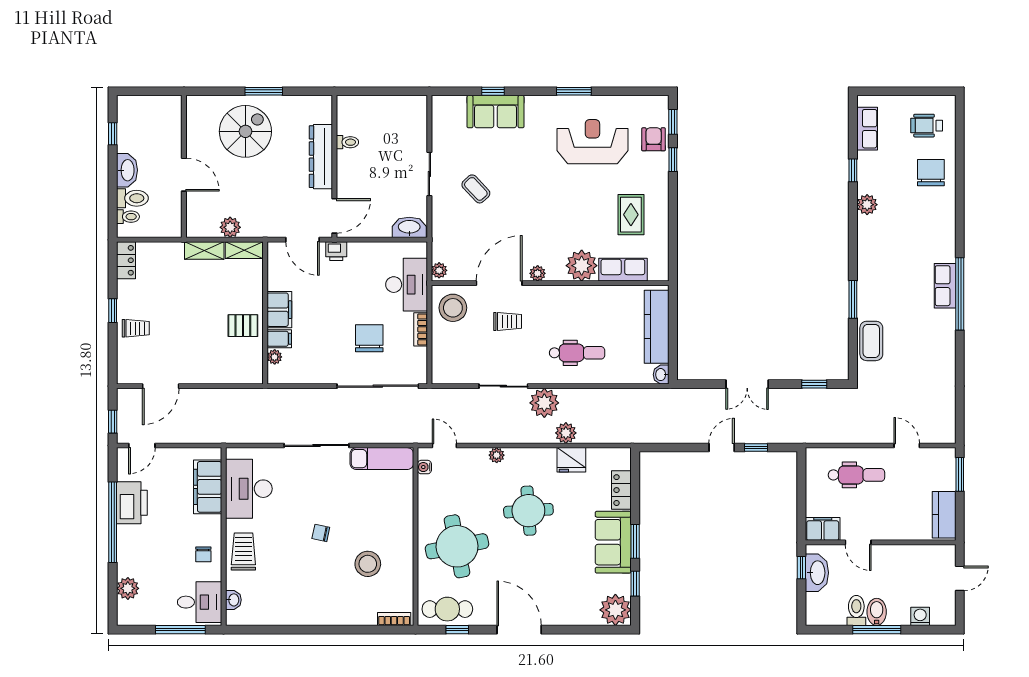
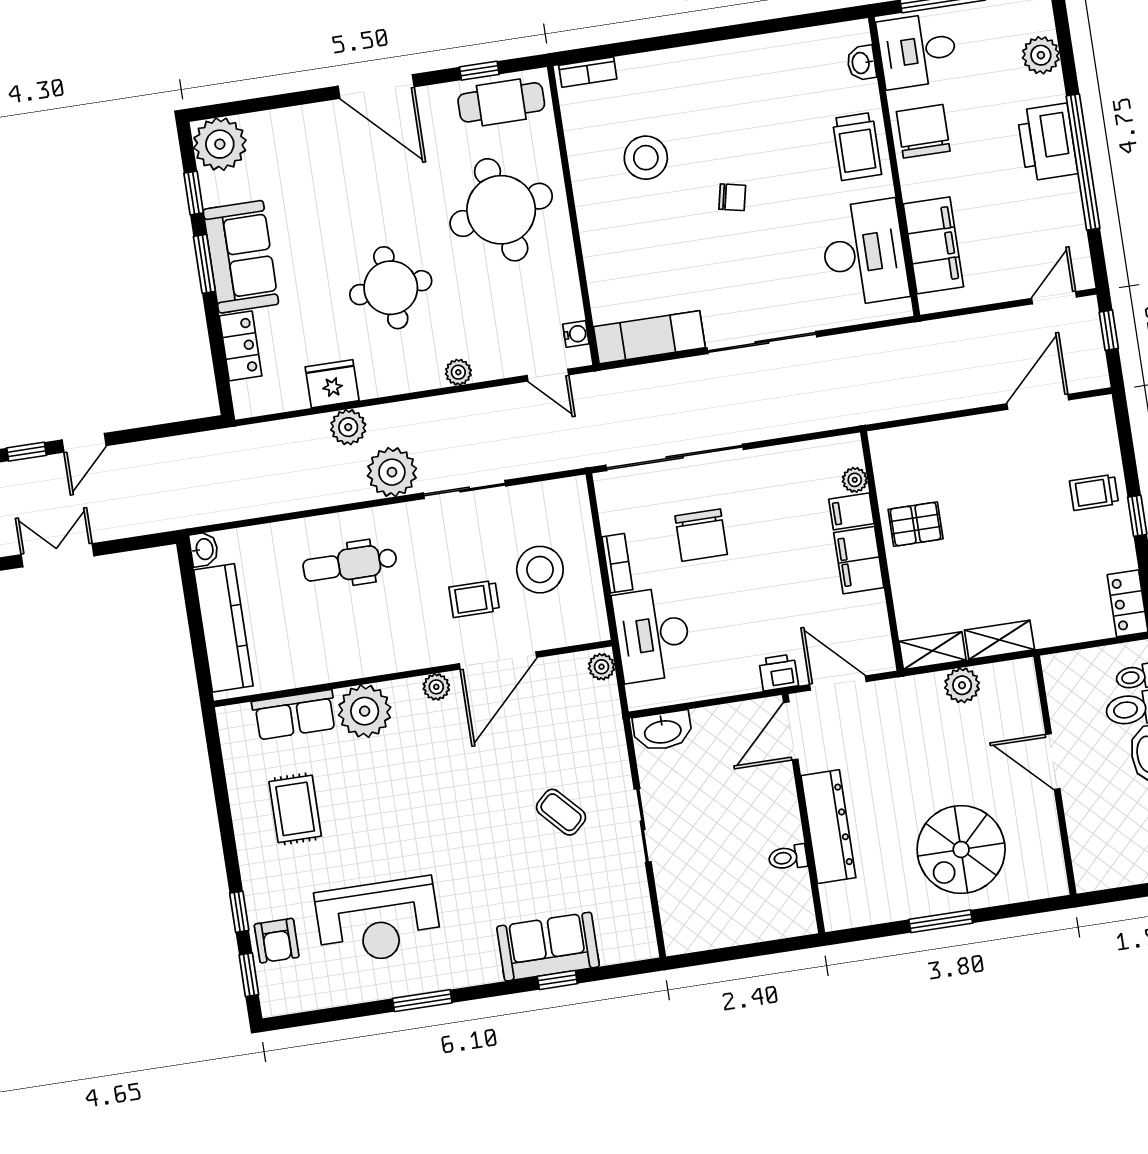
stool: (453, 308) -> (540, 570), moved
printer: (132, 503) -> (1047, 142), moved
chair: (203, 554) -> (923, 131), width x1.87, depth x1.87

